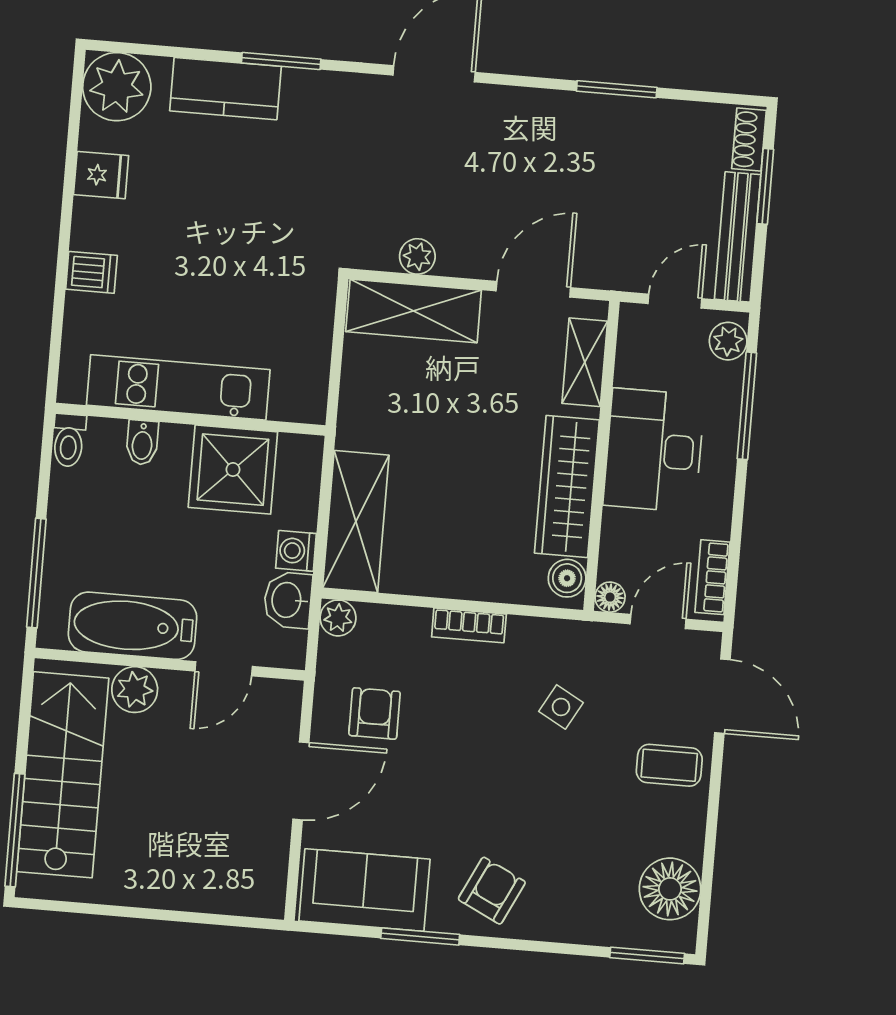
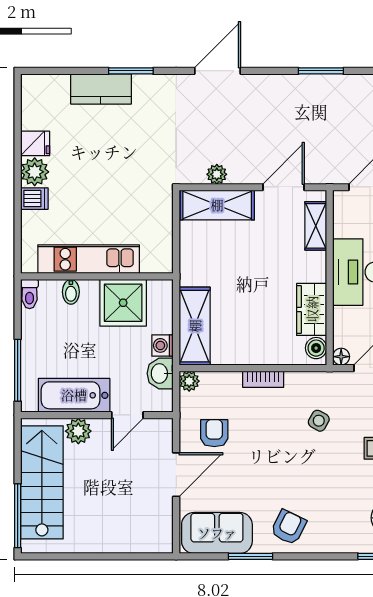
plant: (117, 87) -> (35, 172), moved, width x0.73, depth x0.73
wardrobe: (567, 486) -> (312, 309), width x0.67

